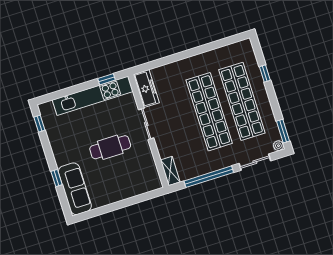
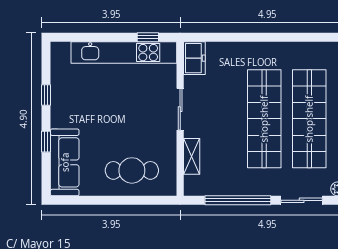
freezer: (146, 89) -> (194, 58), width x0.71
window: (39, 124) -> (46, 95), moved
cafe table: (110, 147) -> (132, 170), moved
shelving: (170, 171) -> (192, 156), moved

